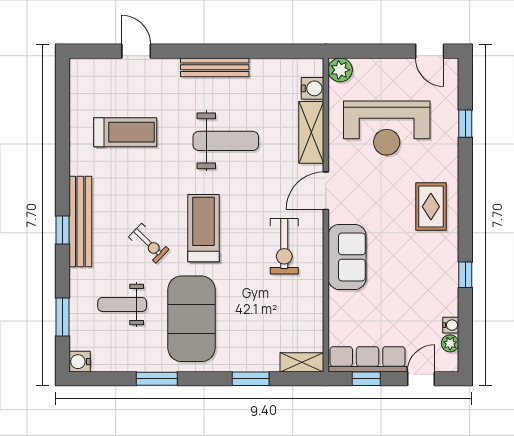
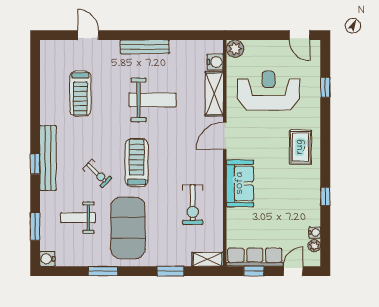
reception desk: (387, 128) -> (269, 91), turned 180
treadmill: (125, 132) -> (80, 94), turned 90
exercise bike: (284, 246) -> (193, 205), moved

